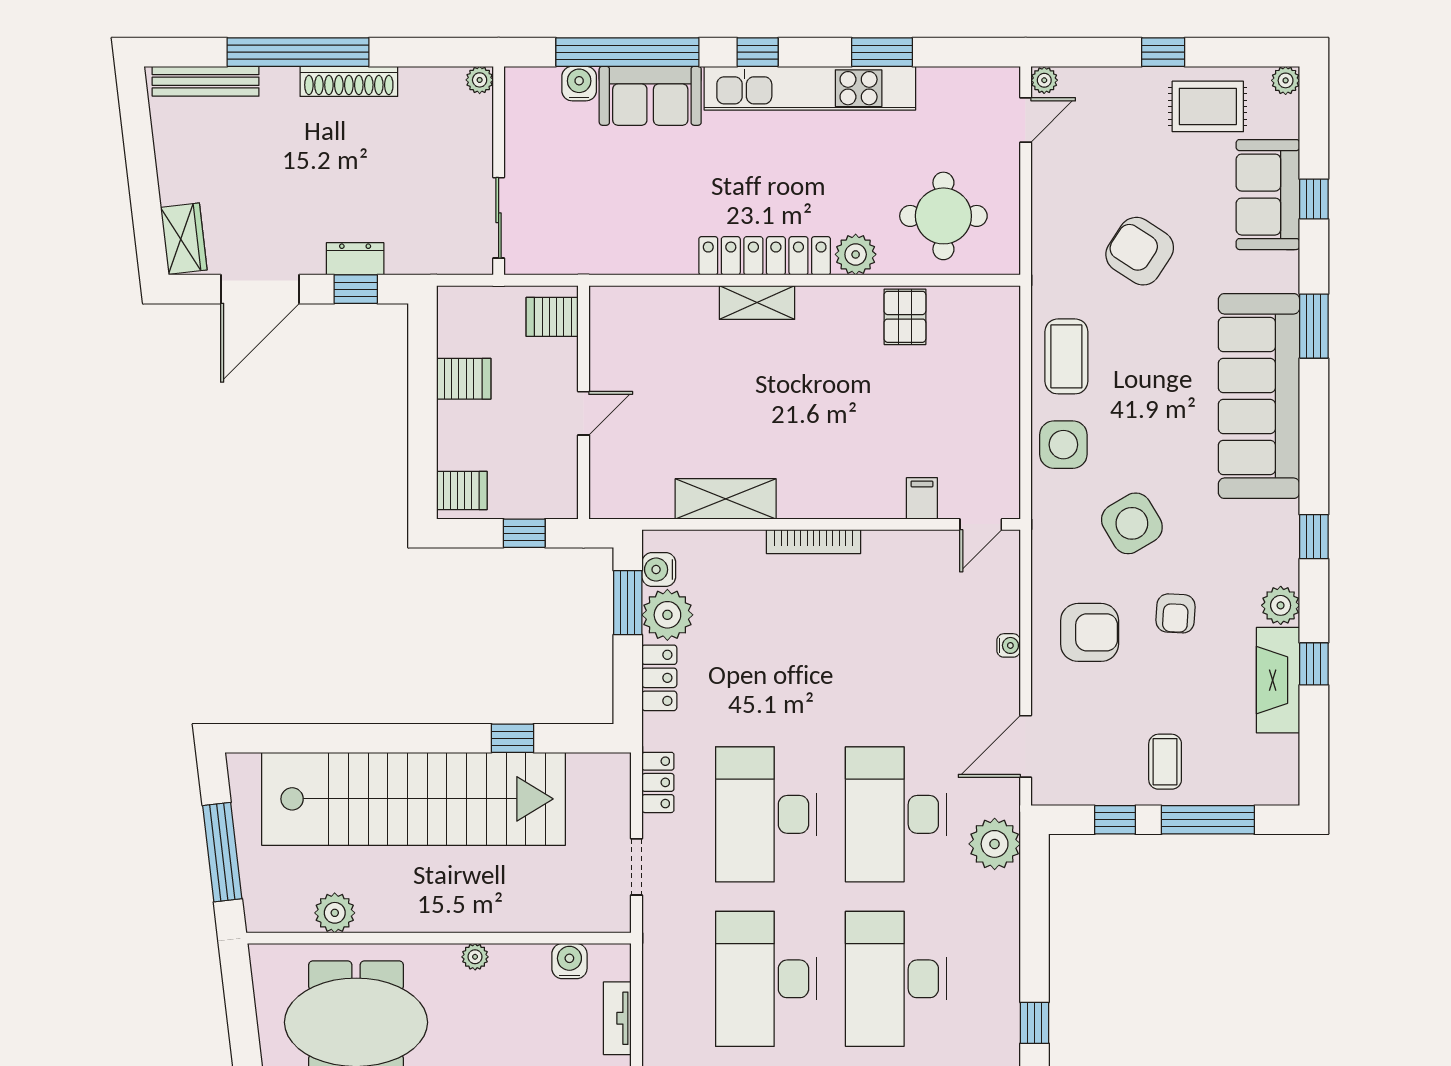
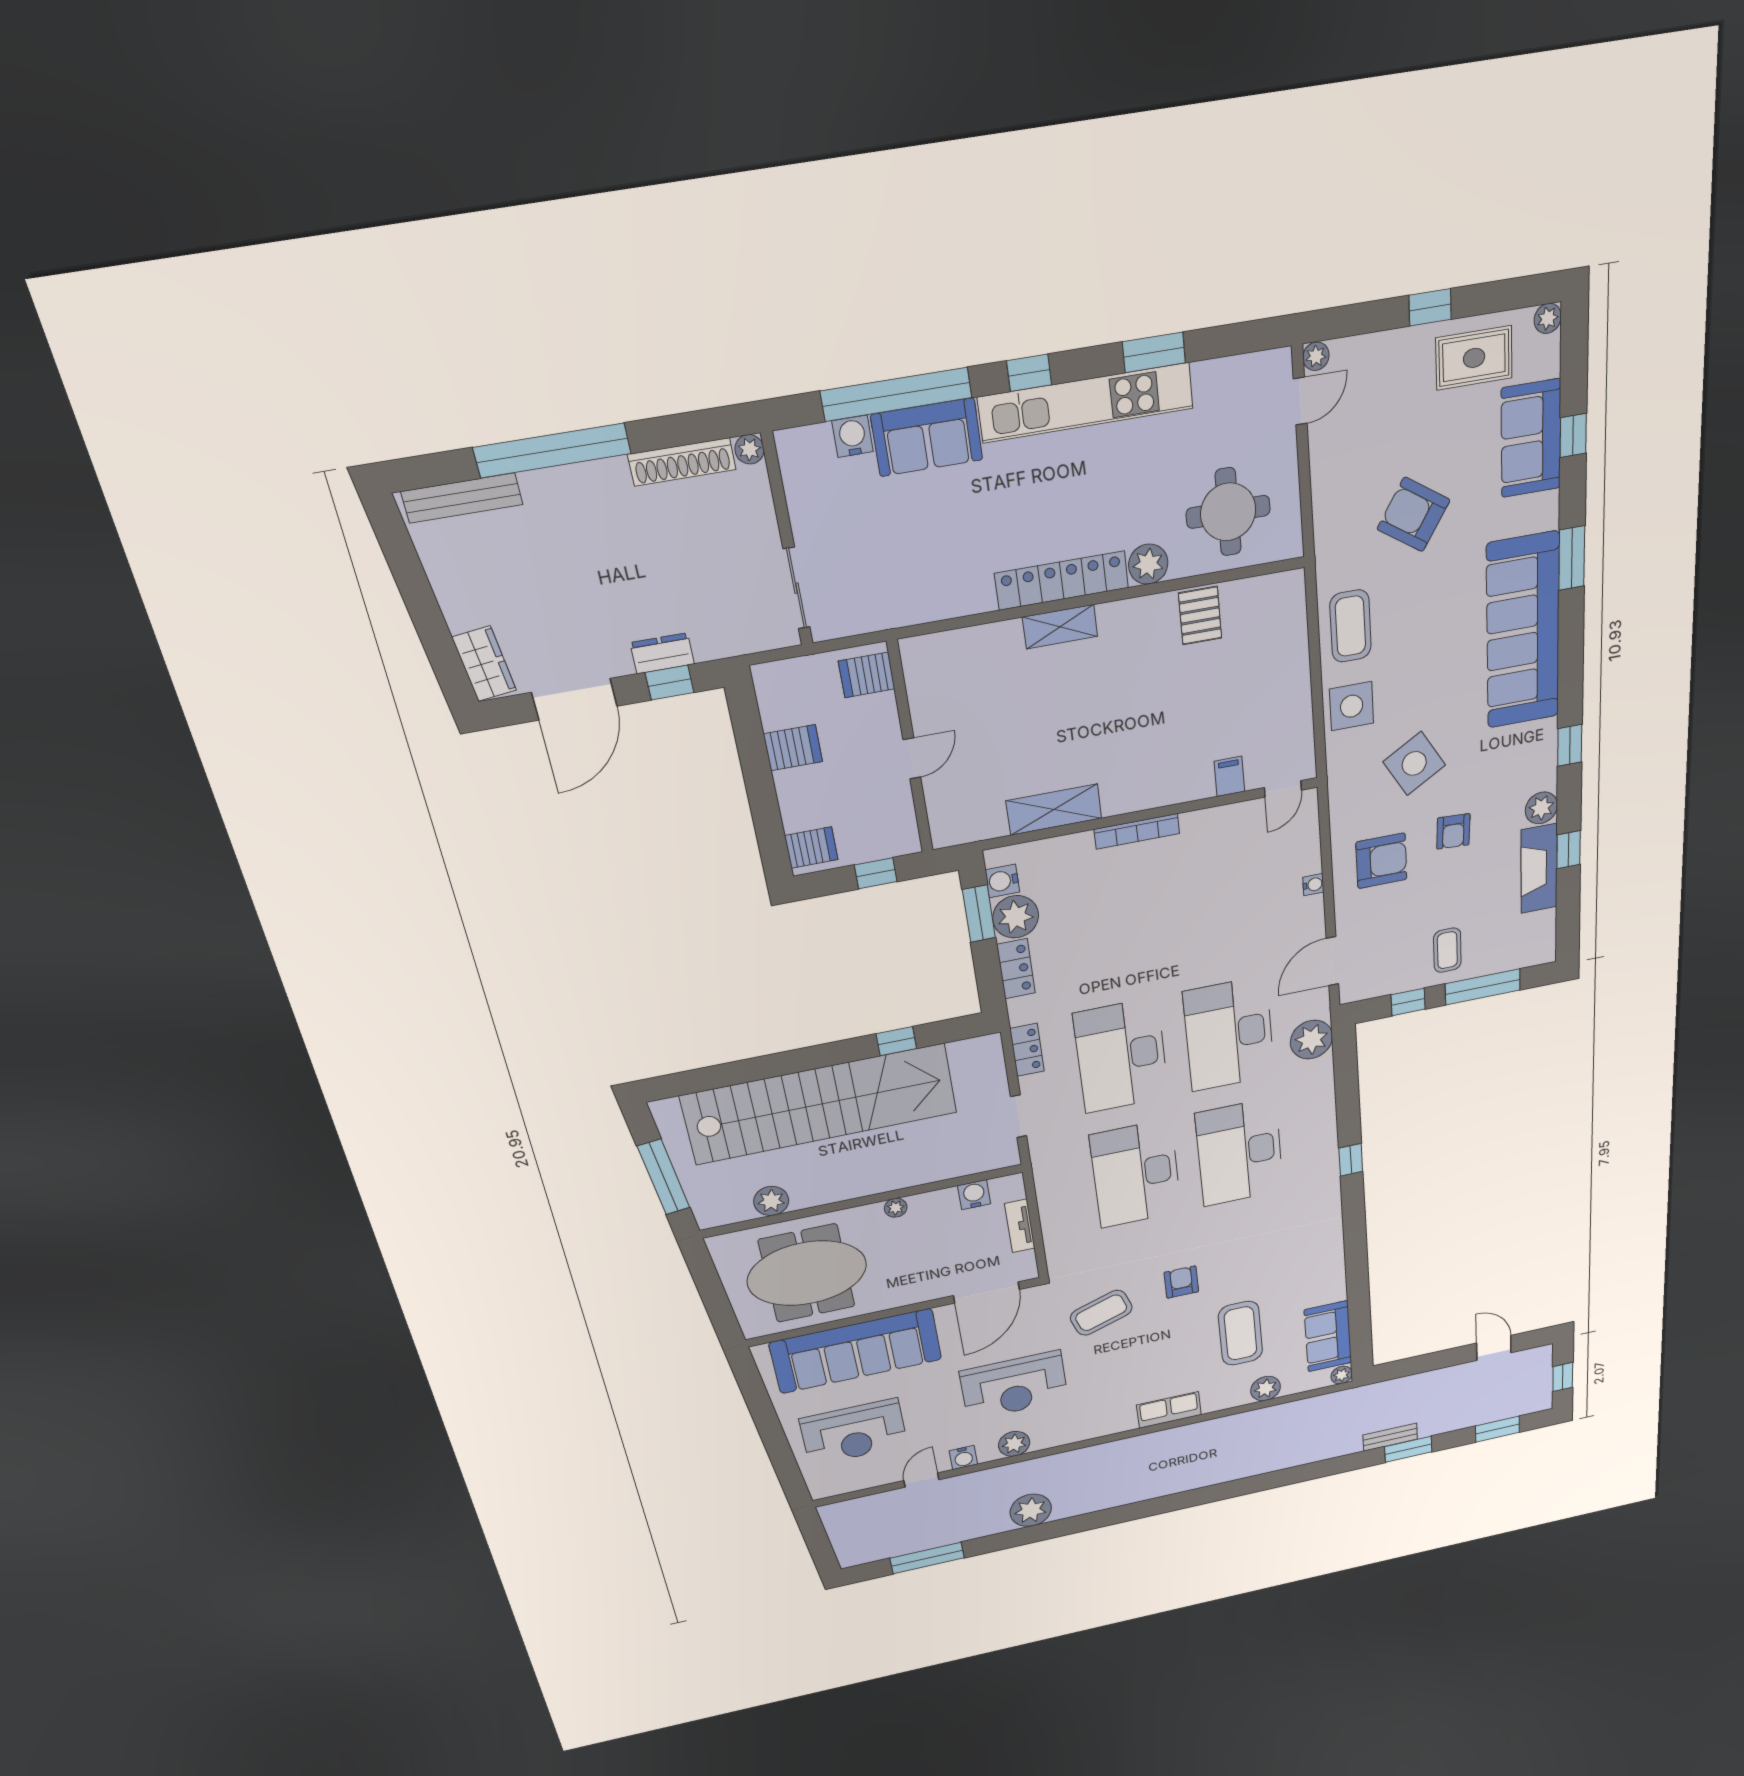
shoe rack: (349, 81) -> (682, 462), moved

